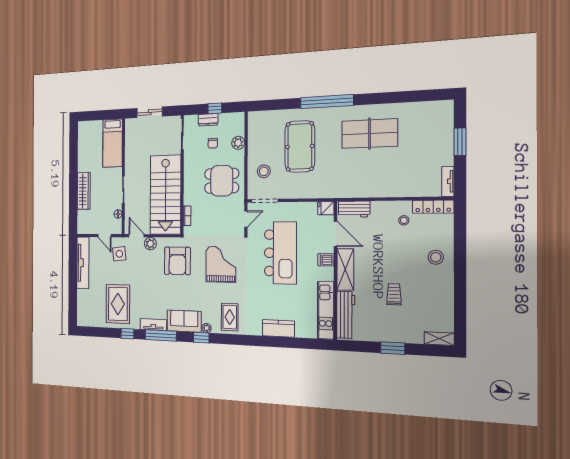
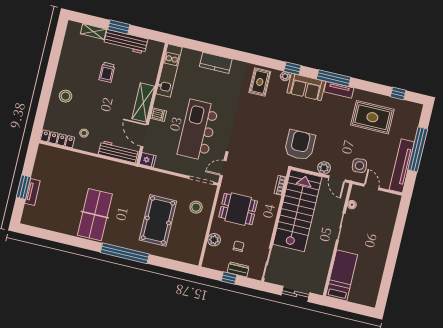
table tennis table: (369, 134) -> (95, 215), turned 90
tv unit: (448, 181) -> (32, 192), moved
wardrobe: (84, 191) -> (384, 237), removed
workbench: (354, 209) -> (118, 152), width x1.38
grand piano: (221, 264) -> (257, 132), removed
window: (73, 282) -> (418, 149), added
rug: (118, 304) -> (372, 117), turned 90
workbench: (346, 315) -> (126, 42), moved, turned -90
window: (127, 334) -> (398, 94), moved
shelving: (439, 339) -> (93, 31), moved

